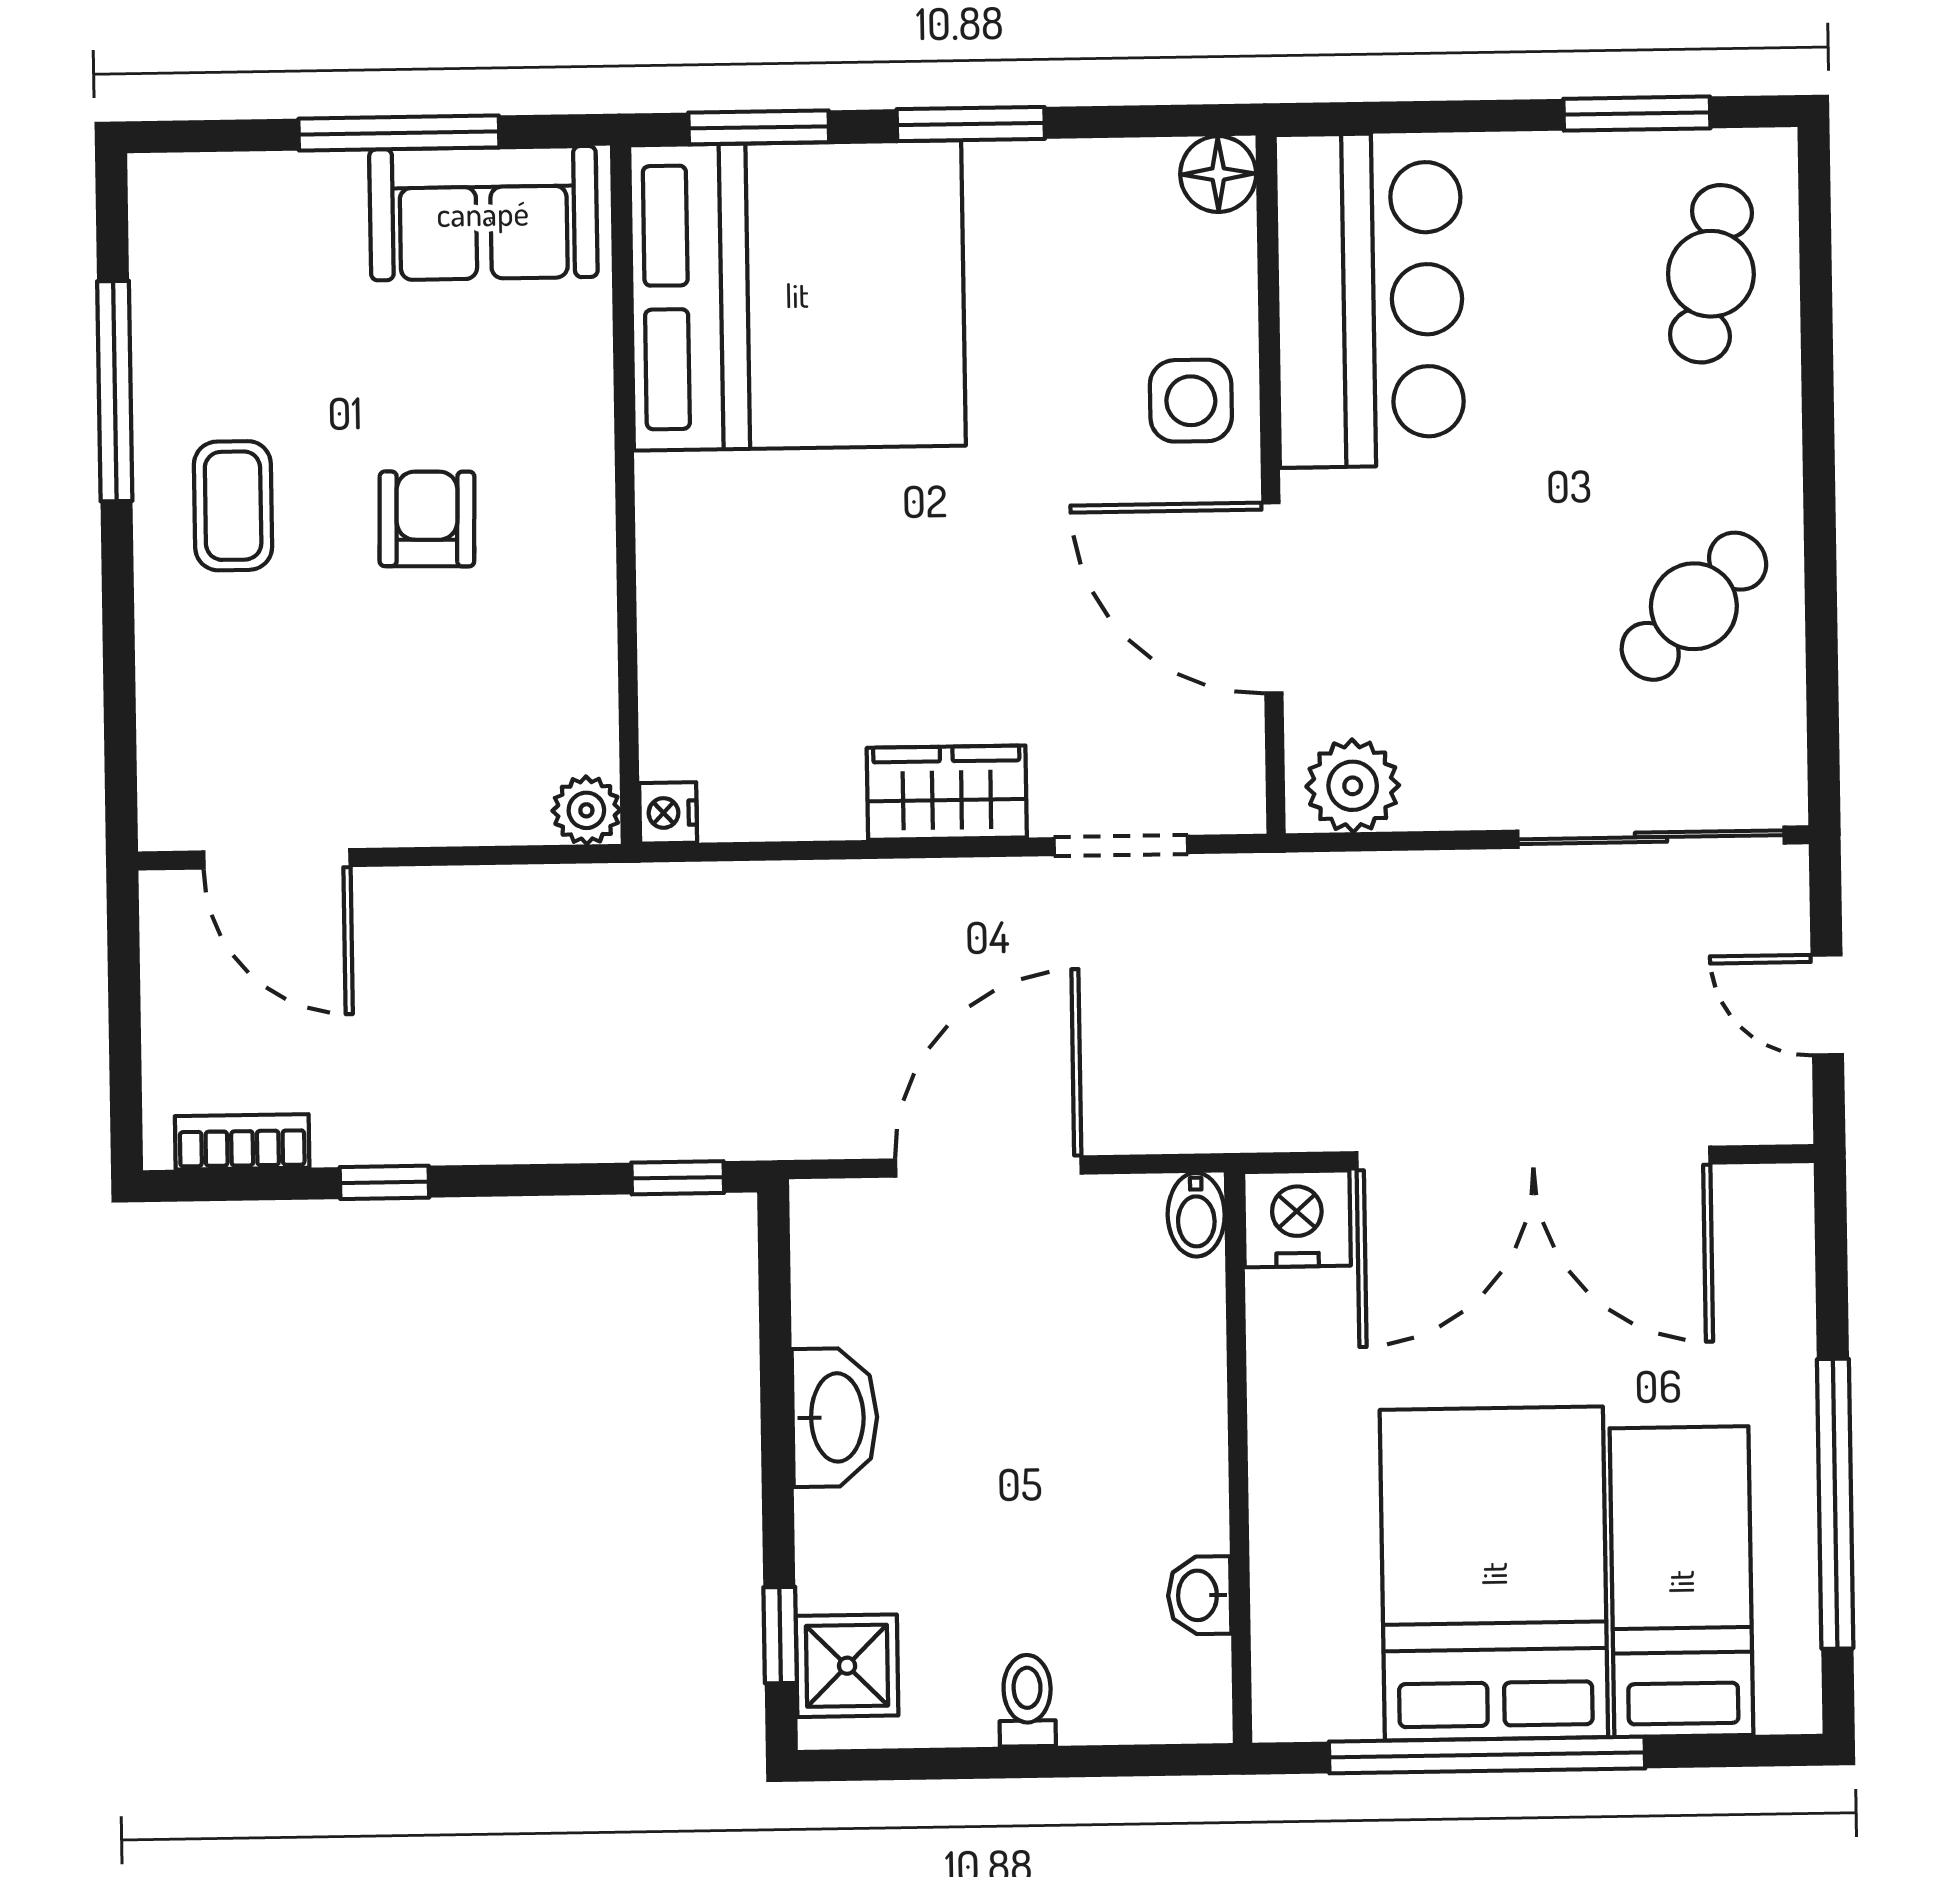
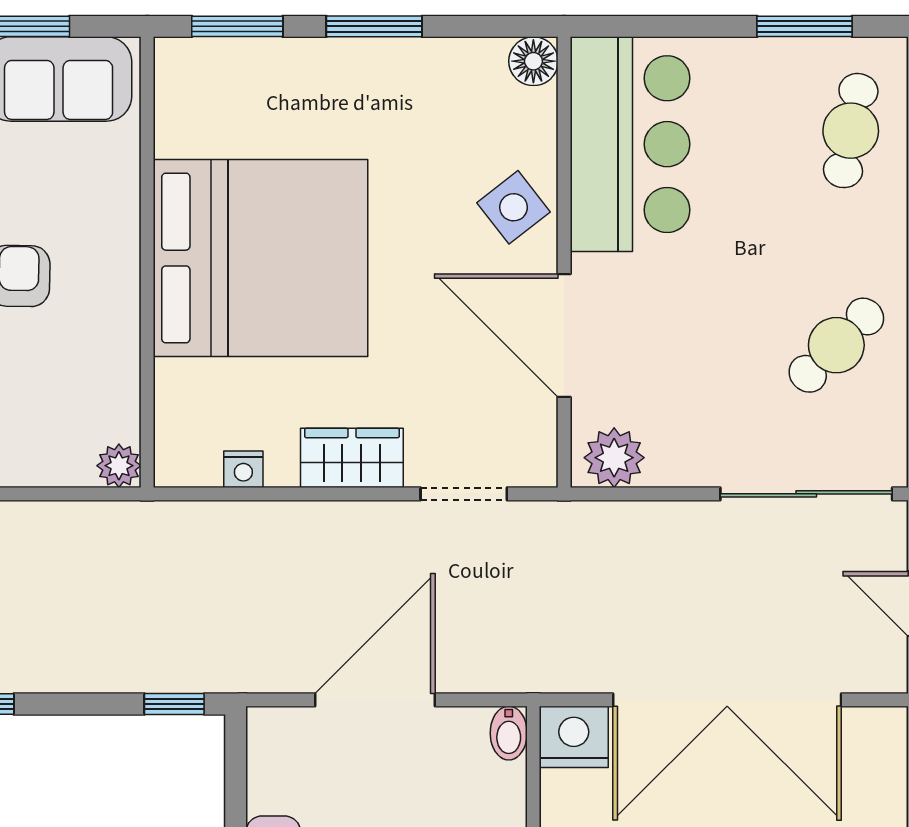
bed: (797, 295) -> (261, 258), moved
side table: (1191, 401) -> (514, 207), turned -38
nightstand: (668, 813) -> (243, 469), moved, turned -90

